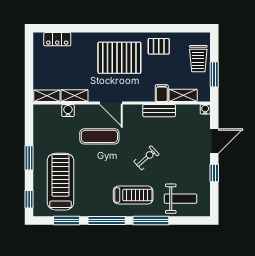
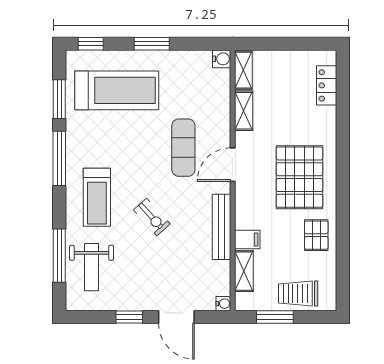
water cooler: (68, 110) -> (222, 59), moved
bench: (159, 111) -> (221, 227), width x1.36
window: (151, 220) -> (59, 256), moved

